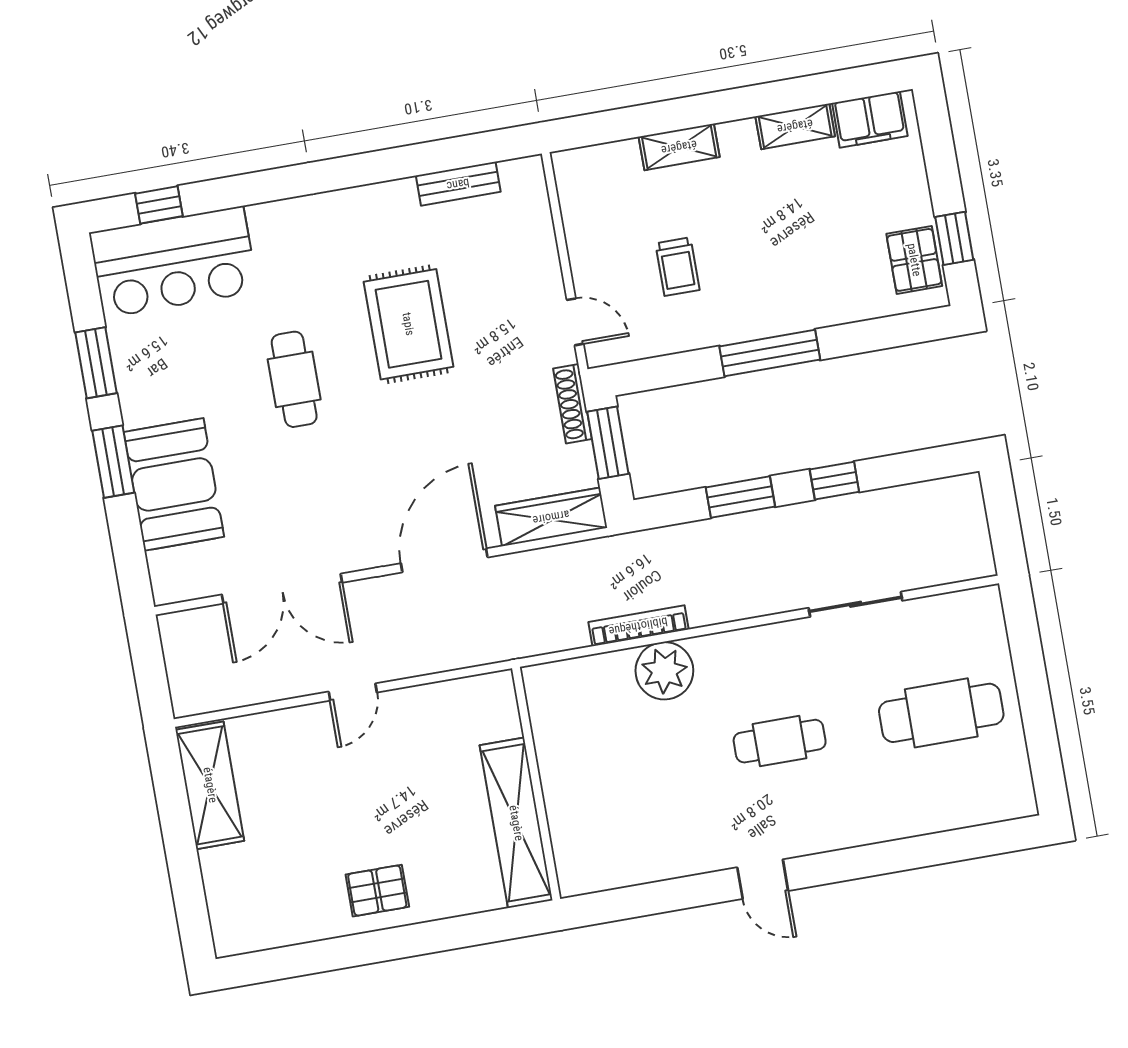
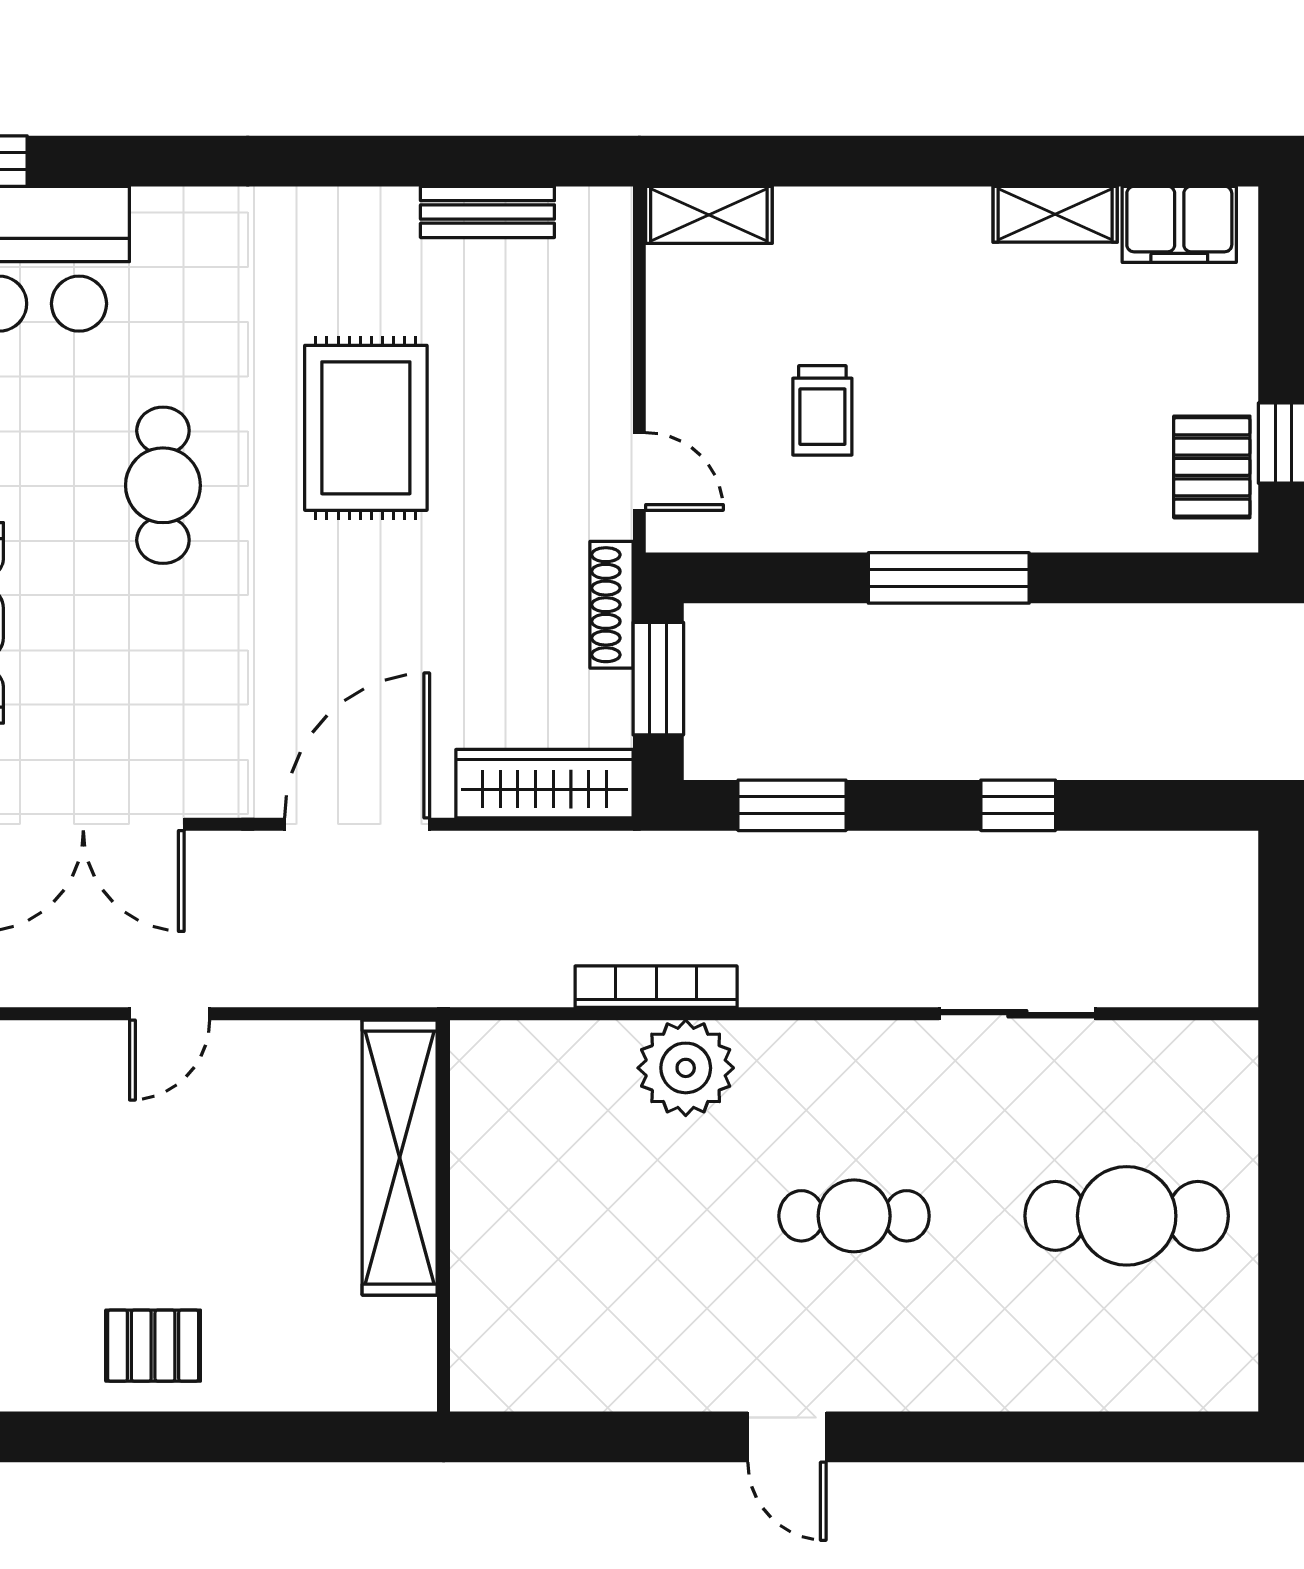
shelving: (679, 147) -> (709, 215), moved
window: (740, 497) -> (792, 805), moved
shelving: (516, 823) -> (400, 1158), moved

